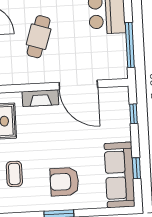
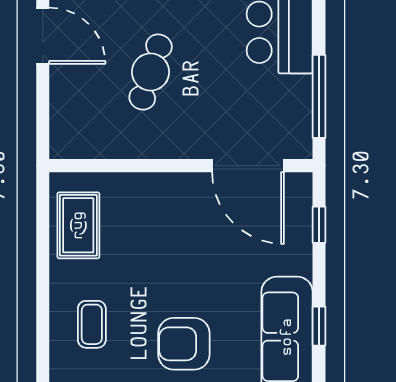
door: (78, 85) -> (248, 166), moved
fireplace: (40, 98) -> (148, 186), removed

